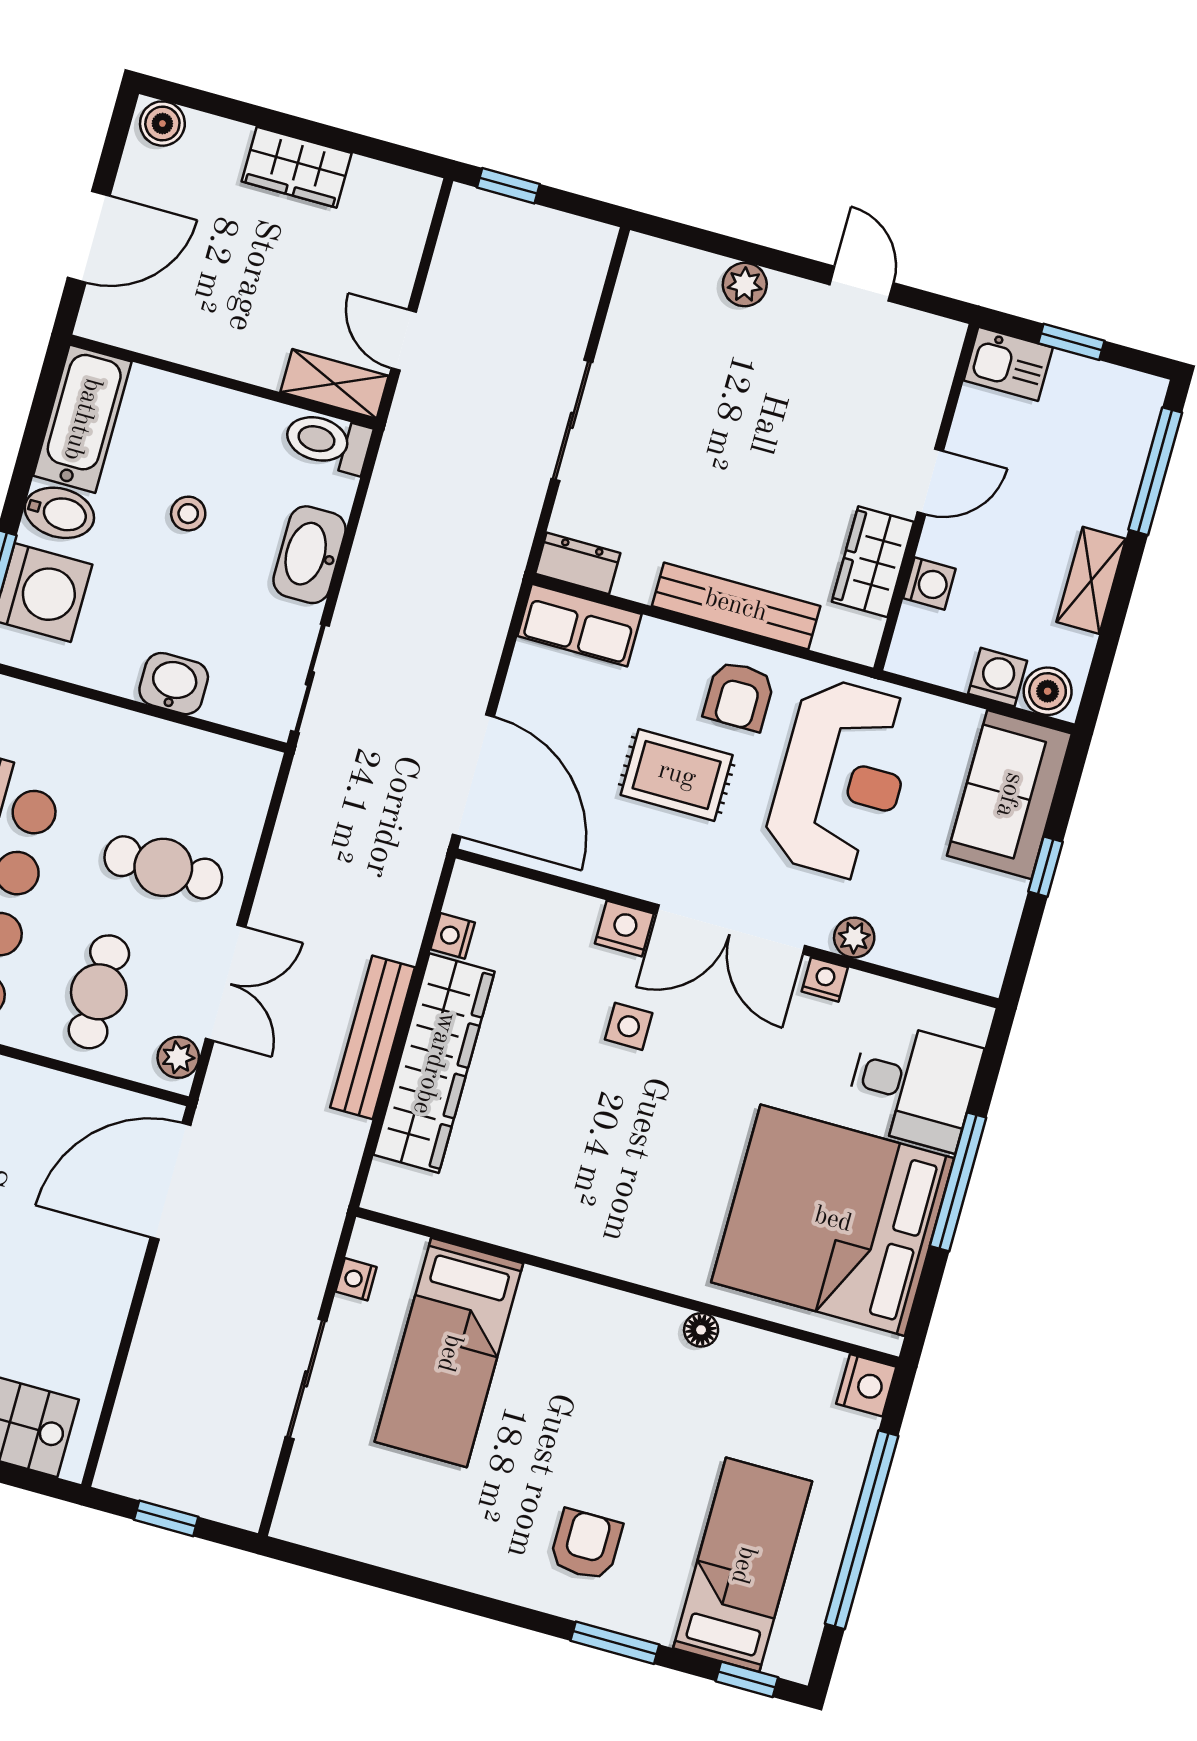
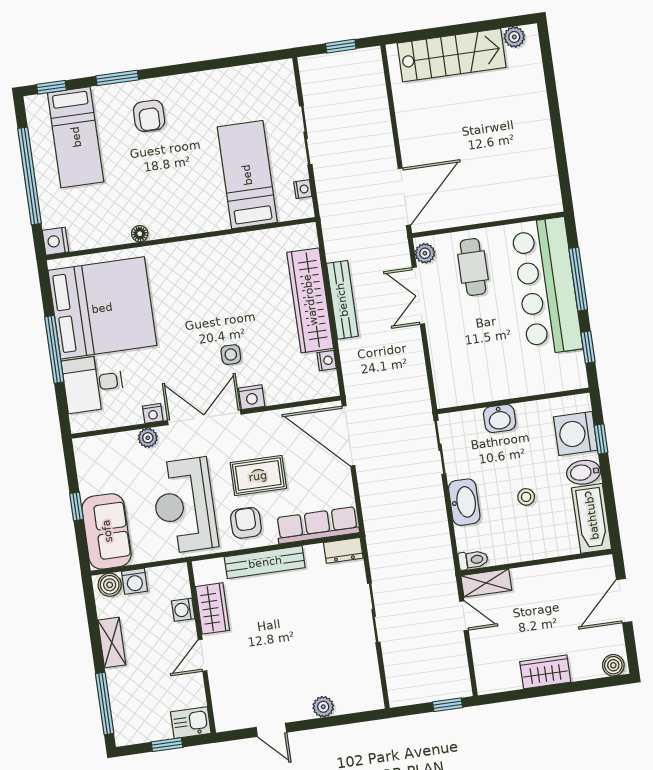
toilet: (328, 442) -> (473, 560), width x0.73, depth x0.72
row of seats: (580, 625) -> (317, 525), width x1.48
cafe table: (163, 867) -> (468, 335), removed

